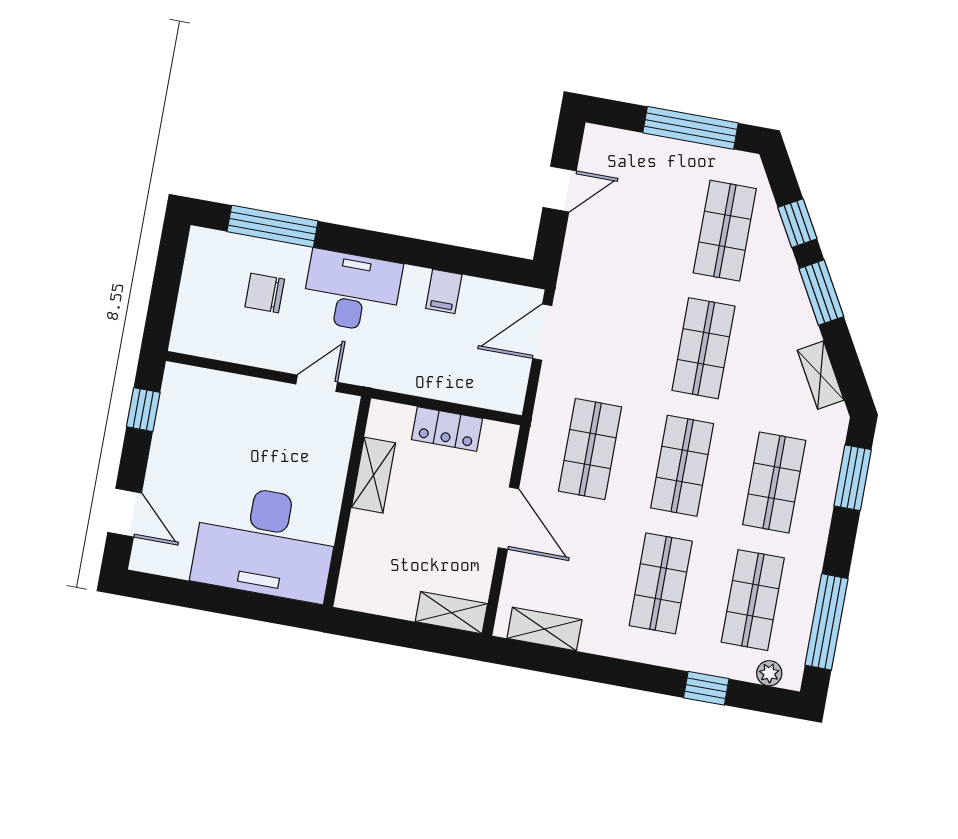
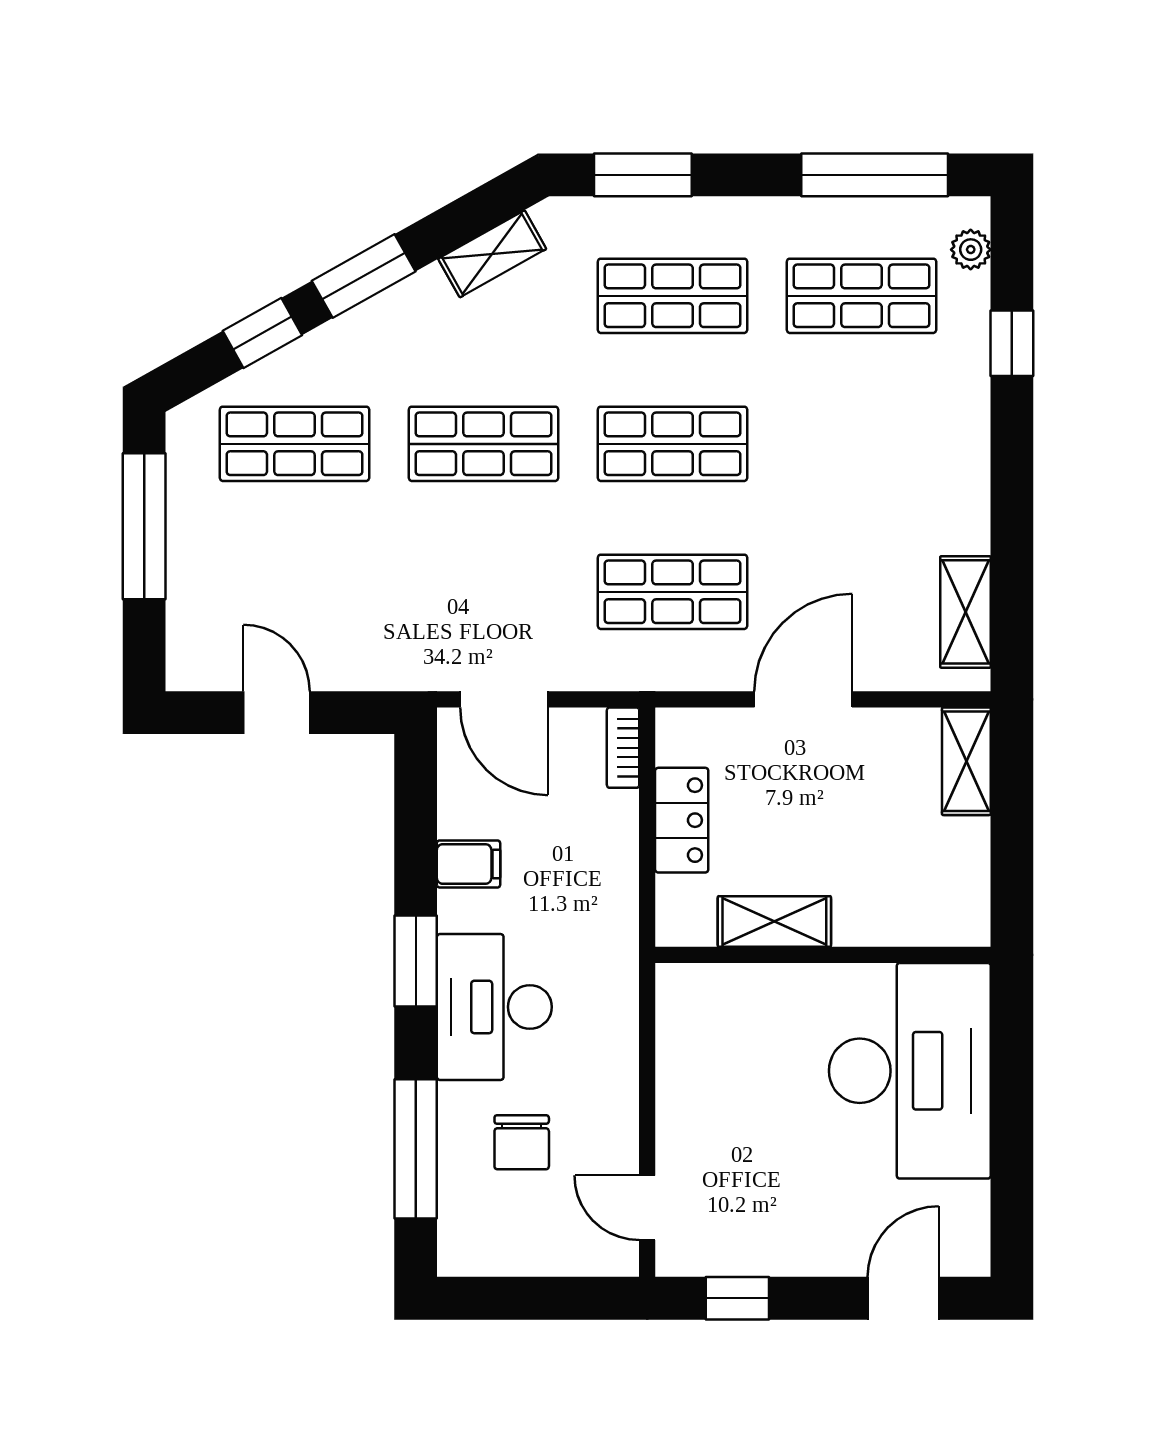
window: (389, 248) -> (416, 961), added
door: (317, 383) -> (647, 1208), moved
bookcase: (499, 401) -> (623, 748), added
shop shelf: (661, 583) -> (862, 444), removed

